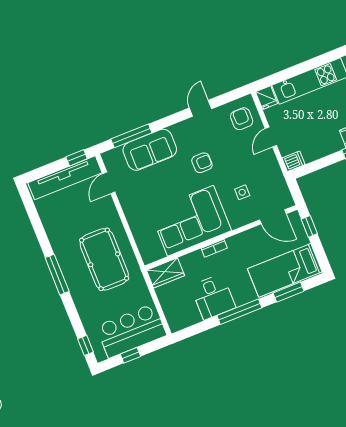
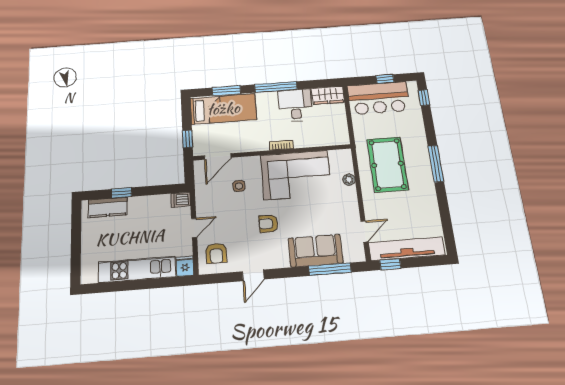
door: (273, 217) -> (218, 157), swing flipped
plant: (138, 232) -> (349, 180), added
wardrobe: (165, 273) -> (328, 95), moved, turned 180

